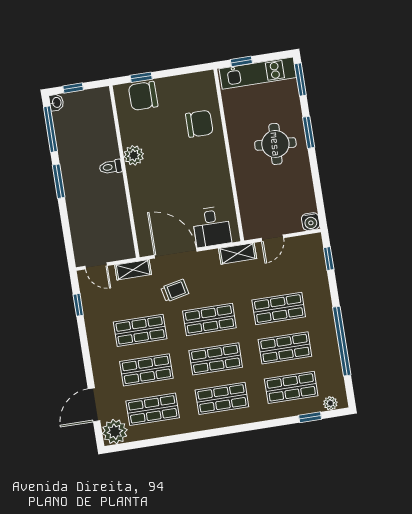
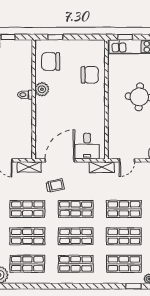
chair: (143, 96) -> (51, 61), moved
door: (176, 253) -> (60, 160), hinge flipped

